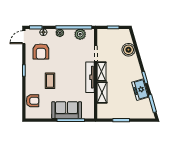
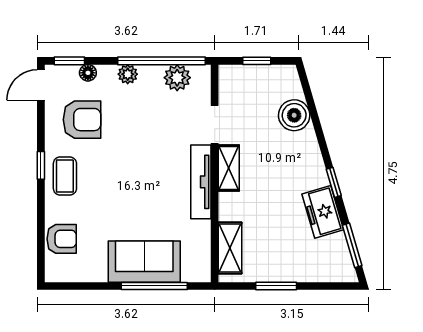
armchair: (41, 52) -> (82, 120), turned -90
coffee table: (50, 81) -> (65, 176), moved
shelving: (102, 93) -> (230, 248), moved

